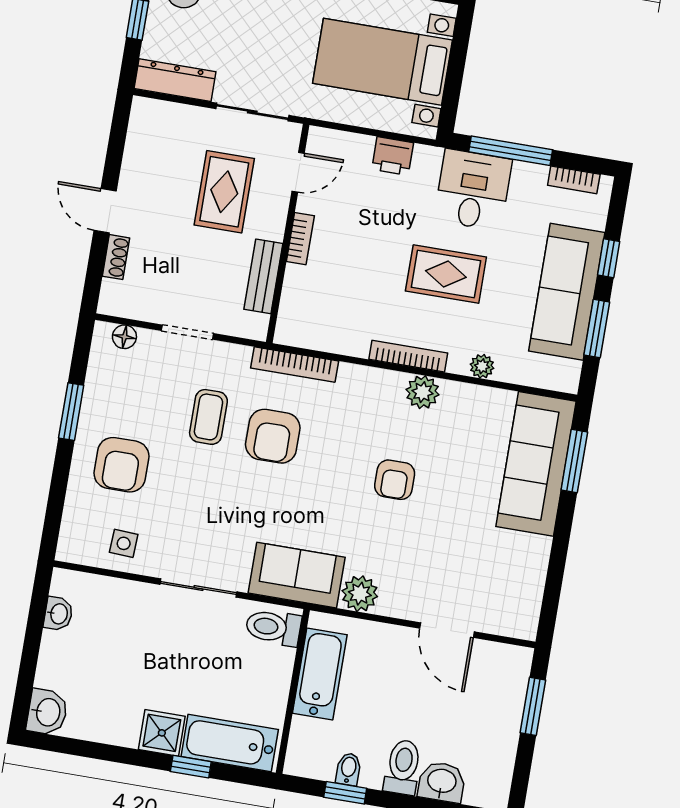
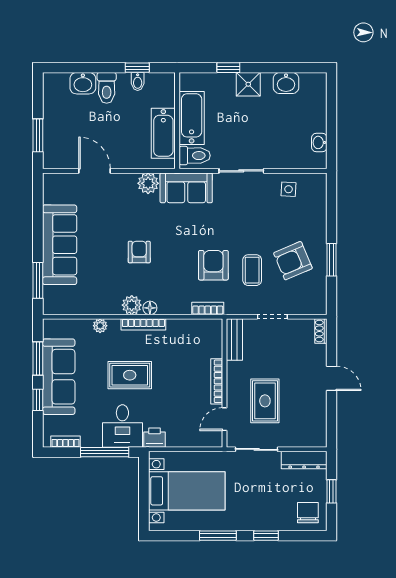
printer: (393, 156) -> (154, 438), moved
bookcase: (300, 239) -> (217, 381), width x1.56
shoe rack: (116, 257) -> (321, 331), moved
bench: (263, 276) -> (234, 339), moved
floor lamp: (124, 337) -> (150, 308), moved
bookcase: (295, 365) -> (208, 308), width x0.64
sofa: (536, 464) -> (60, 245), moved
armchair: (121, 465) -> (293, 261), moved, turned -113
washbasin: (47, 712) -> (286, 83), moved, turned -90
bathtub: (230, 743) -> (192, 118), moved, turned -90

